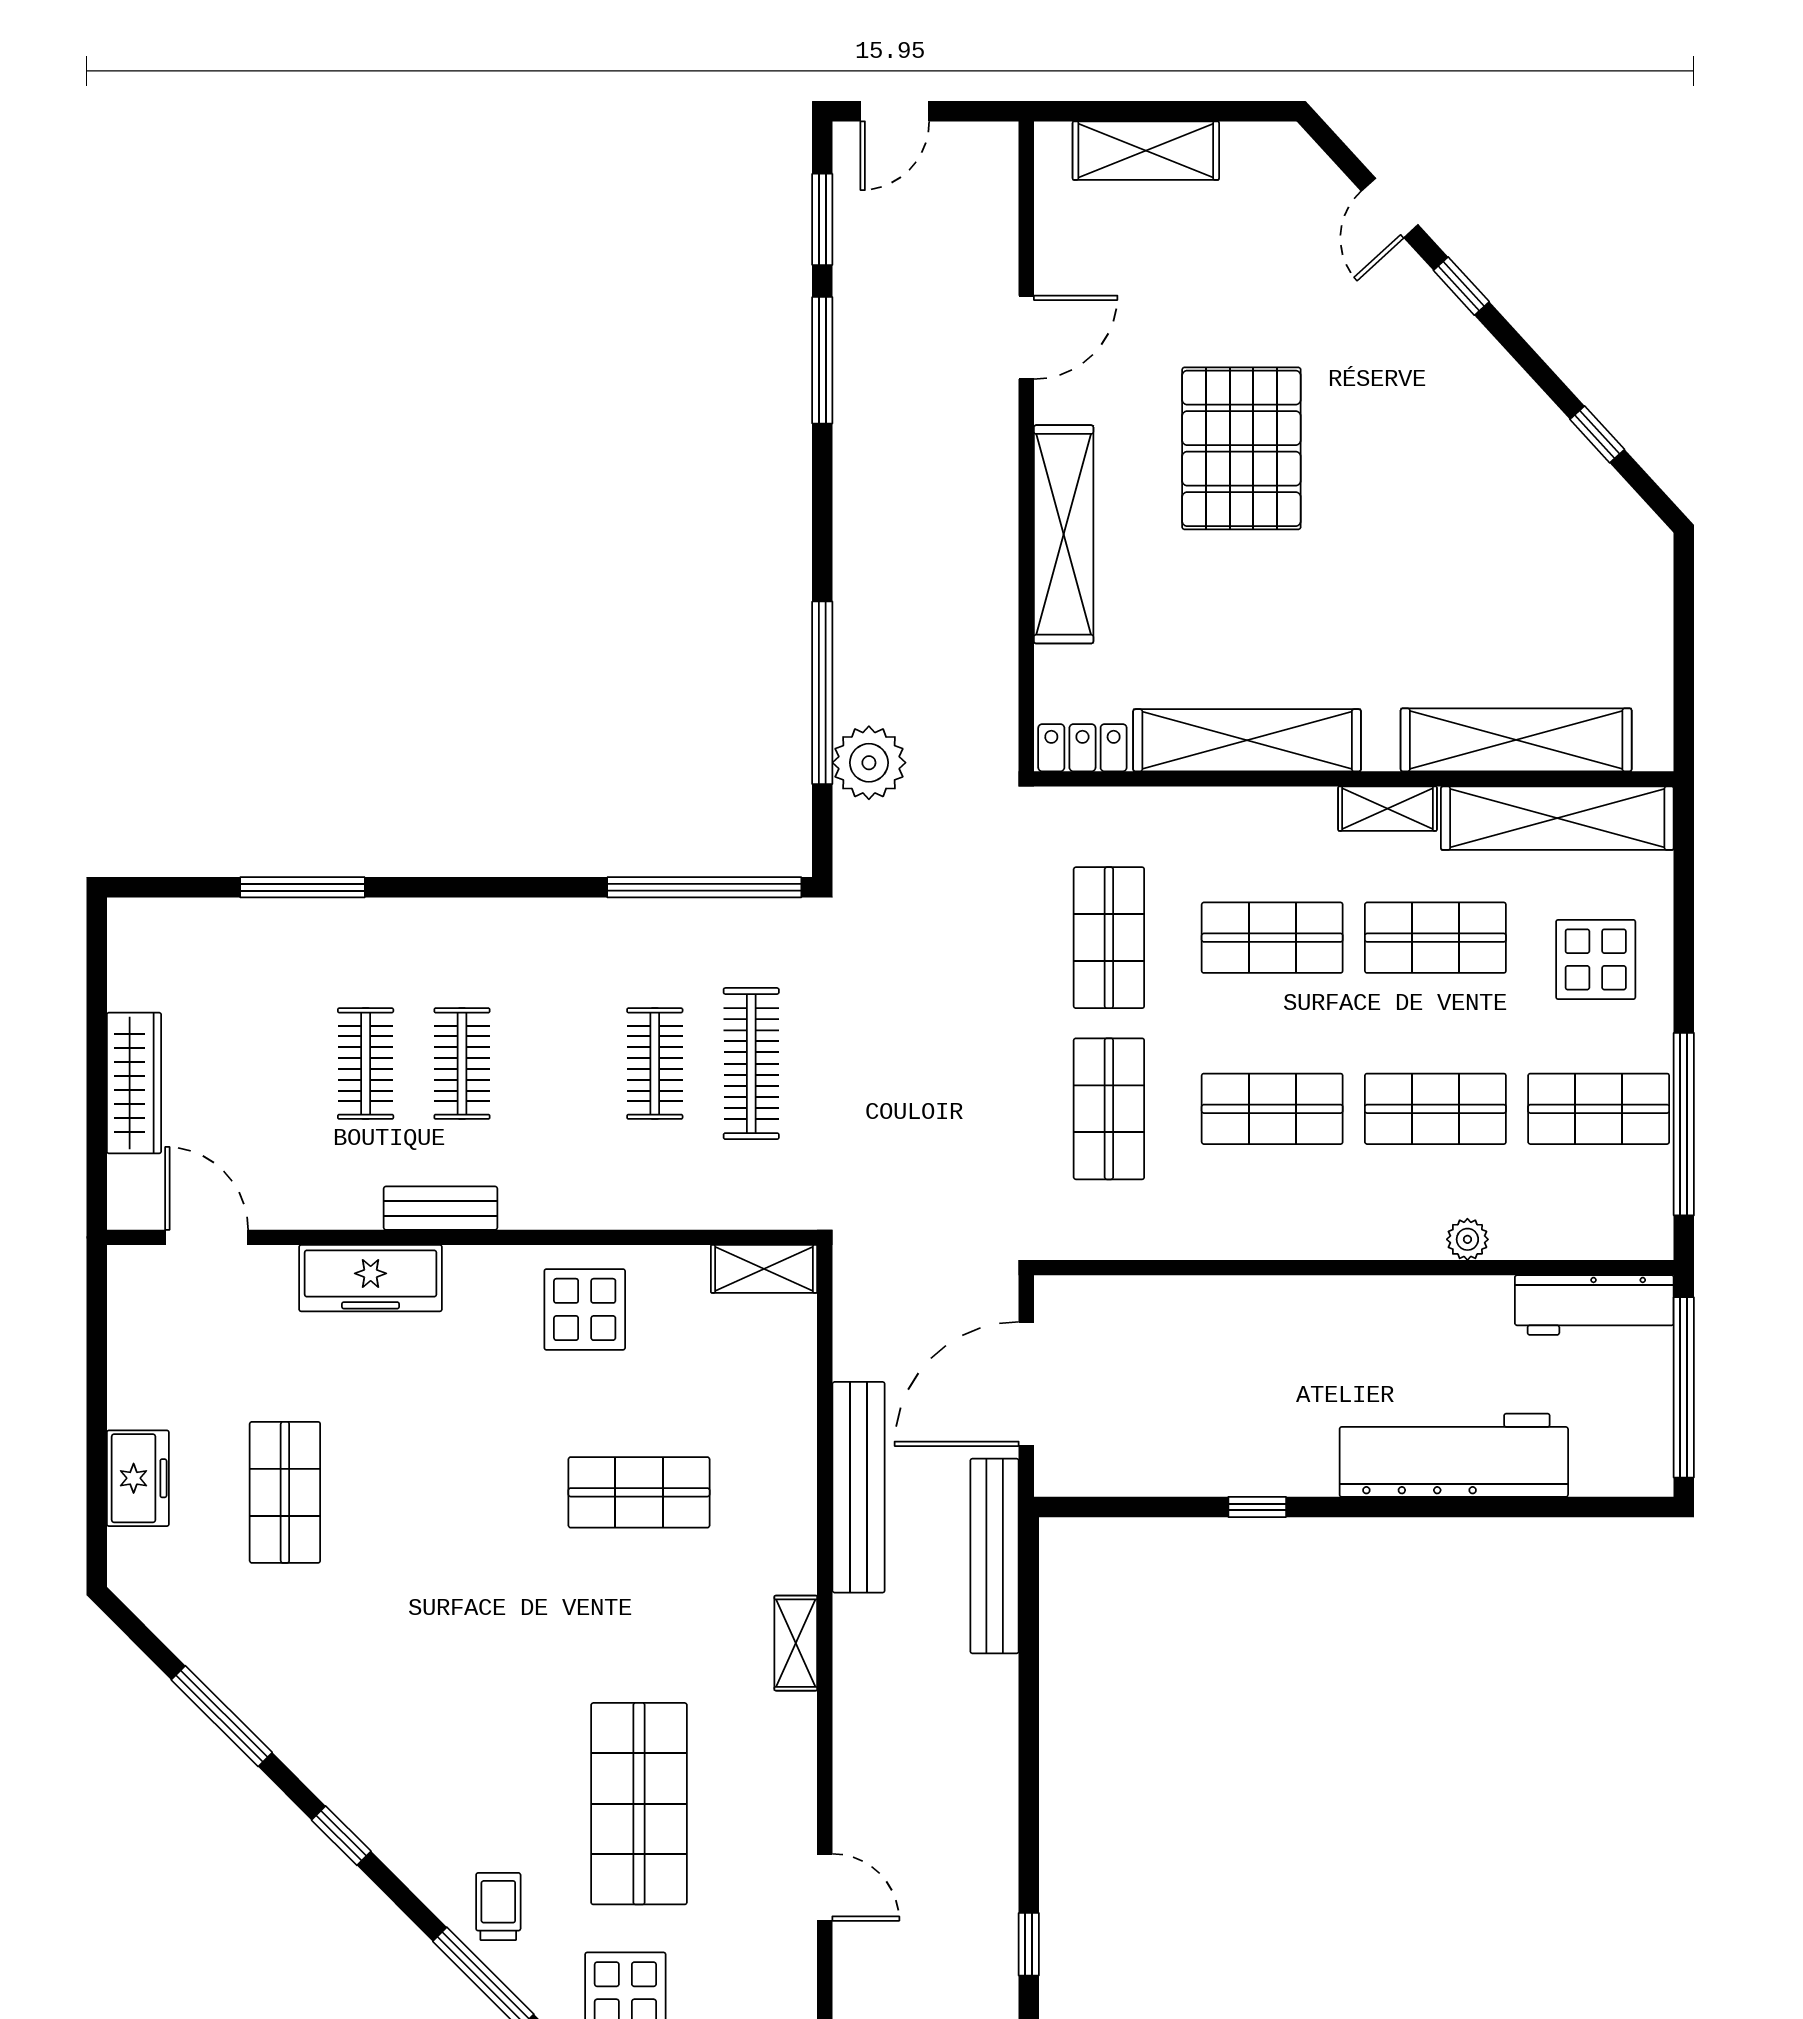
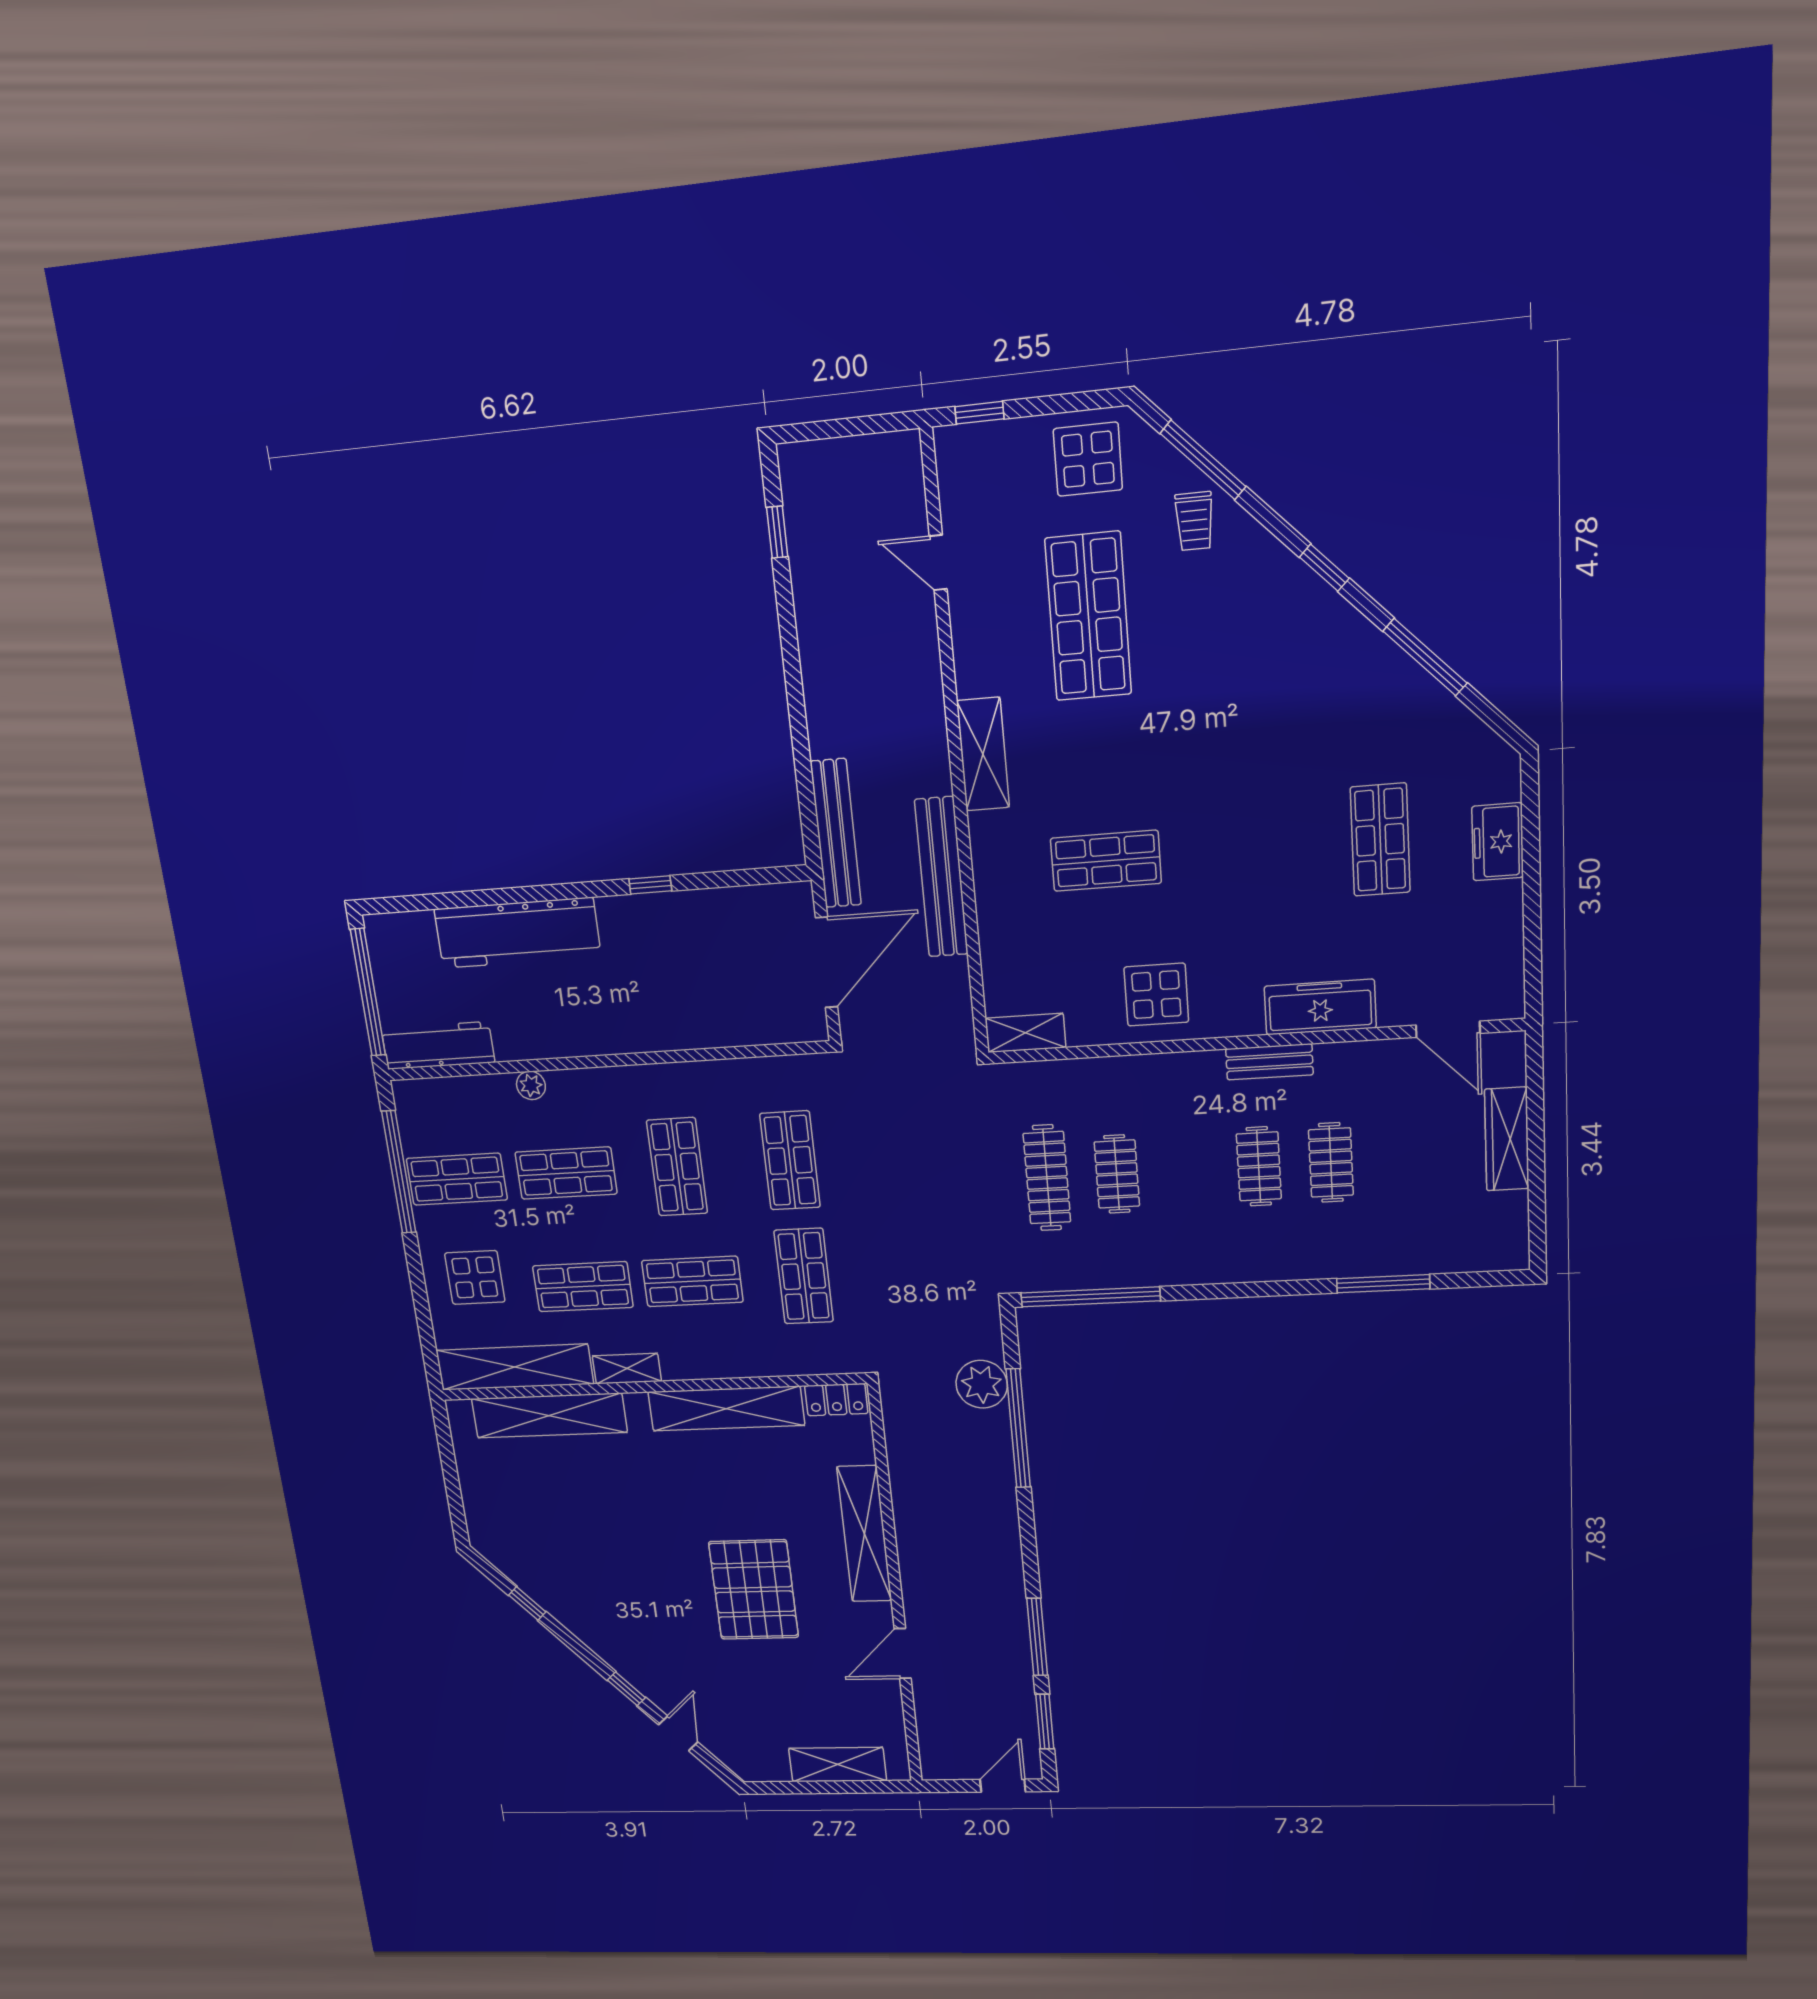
shop shelf: (1272, 1109) -> (677, 1167), turned 90
shelving: (796, 1643) -> (983, 754), width x1.50, depth x1.33

